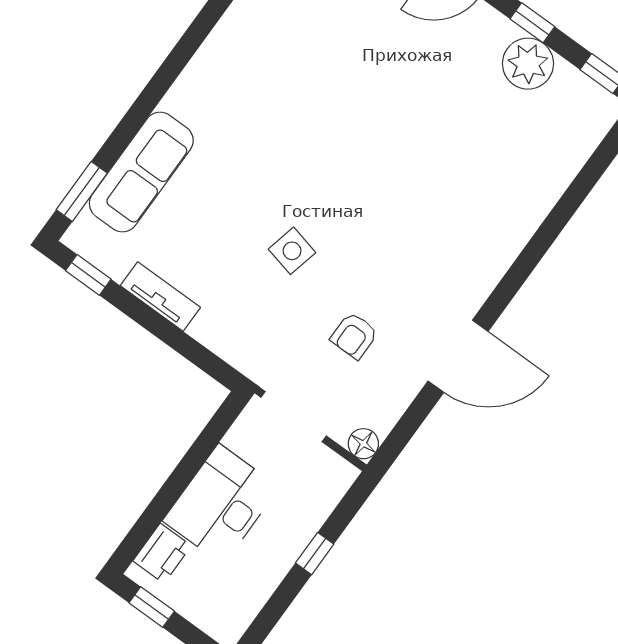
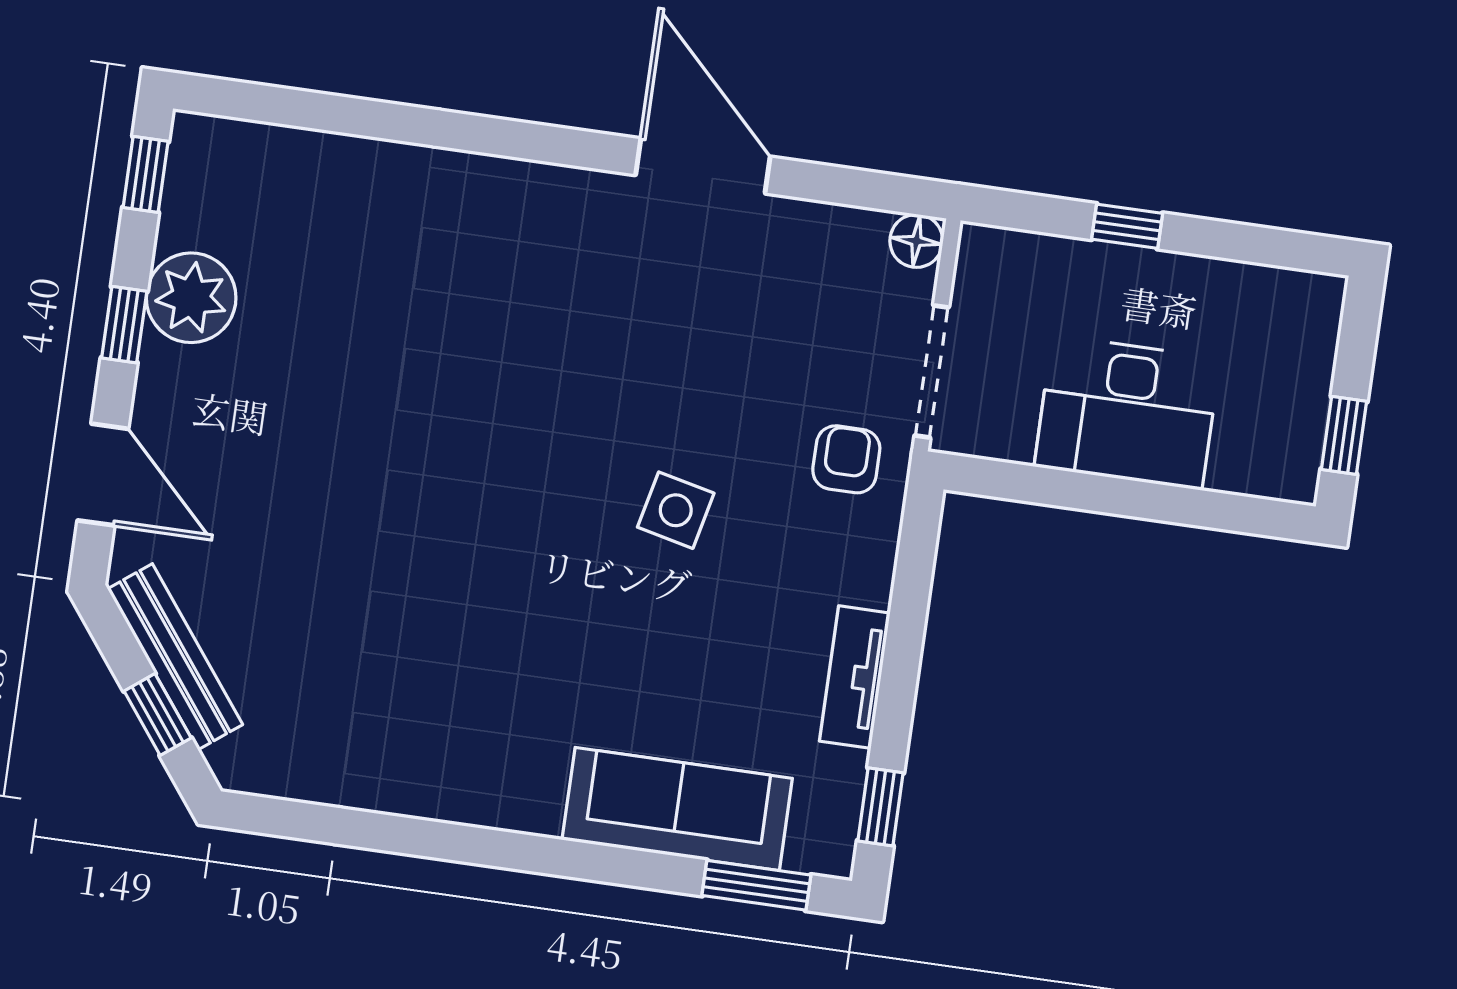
armchair: (354, 336) -> (846, 459), moved, turned -90
printer: (162, 553) -> (1252, 463), removed

